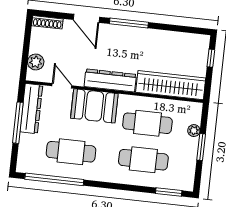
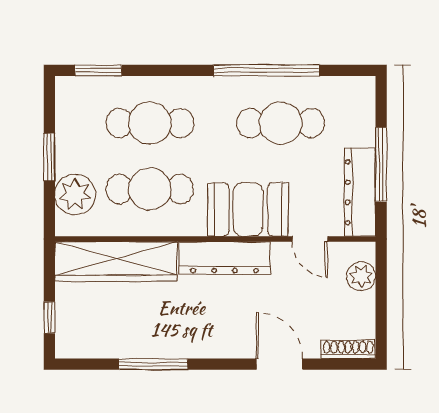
window: (129, 23) -> (153, 364), moved
plant: (194, 131) -> (75, 195), width x1.88, depth x1.88
window: (54, 179) -> (266, 70), moved

